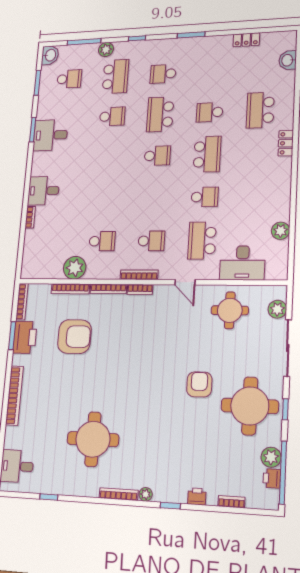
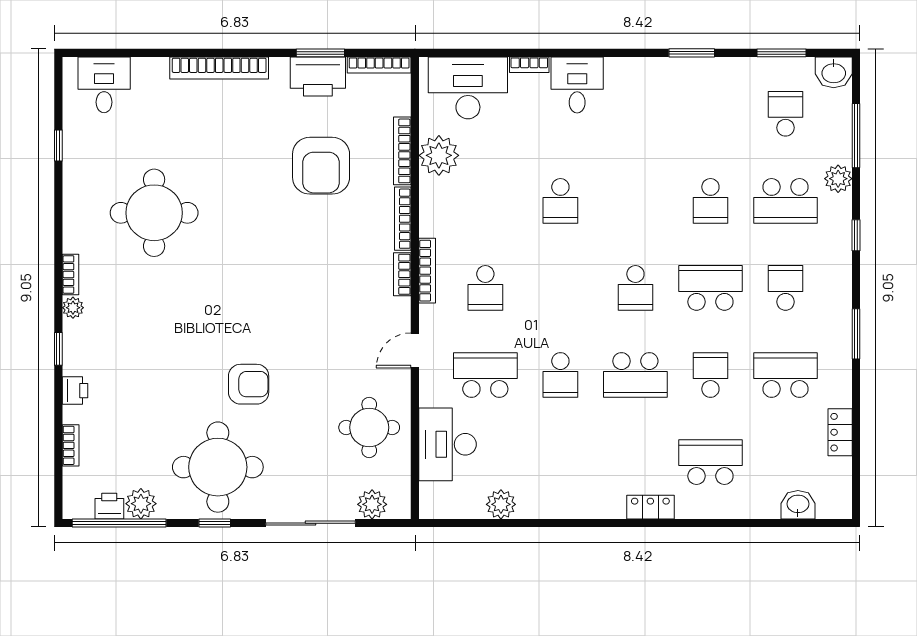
school desk: (212, 71) -> (785, 375), added
school desk: (69, 79) -> (785, 114), turned 180
desk: (50, 135) -> (468, 88), moved, width x1.37
school desk: (102, 241) -> (560, 201), moved
bookcase: (119, 494) -> (70, 275), width x0.64

